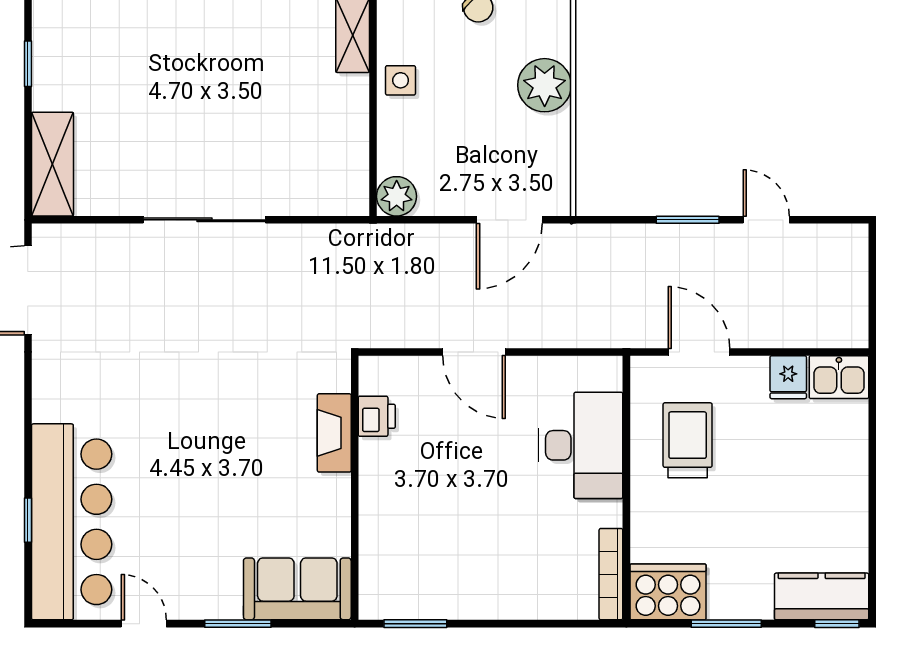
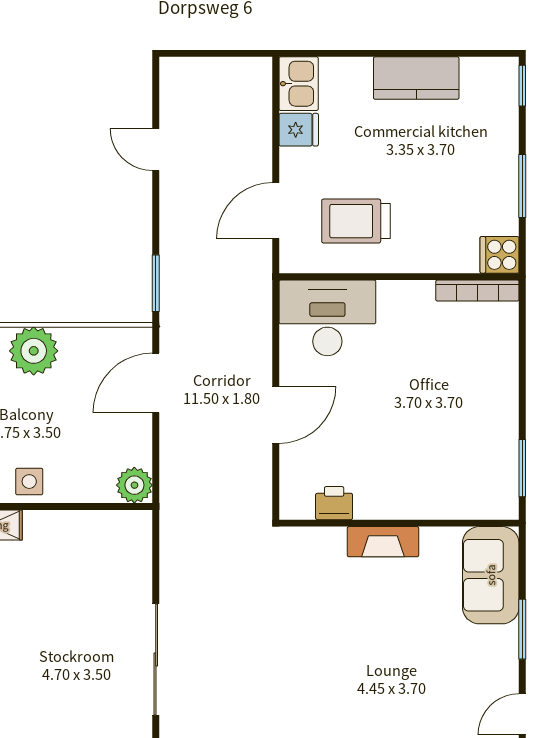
door: (509, 220) -> (156, 383), swing flipped
window: (688, 220) -> (156, 283), moved
door: (766, 220) -> (156, 150), hinge flipped
fireplace: (334, 433) -> (383, 542), moved
desk: (581, 445) -> (327, 318), moved
cooker: (668, 592) -> (500, 255), width x0.53, depth x0.76
kitchen counter: (822, 596) -> (416, 78), moved, turned -90

